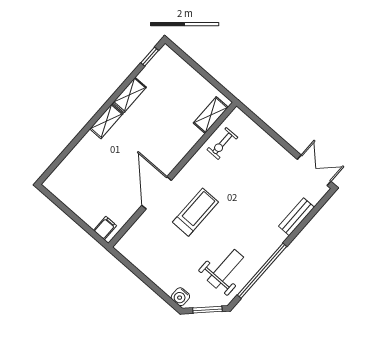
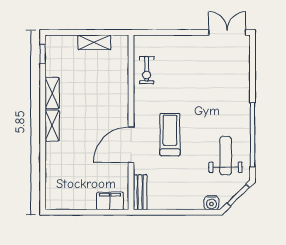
shelving: (211, 115) -> (94, 42), moved, turned 90
door: (157, 193) -> (131, 145), hinge flipped
bench: (296, 217) -> (140, 192), moved
filing cabinet: (105, 228) -> (110, 201), width x2.00

